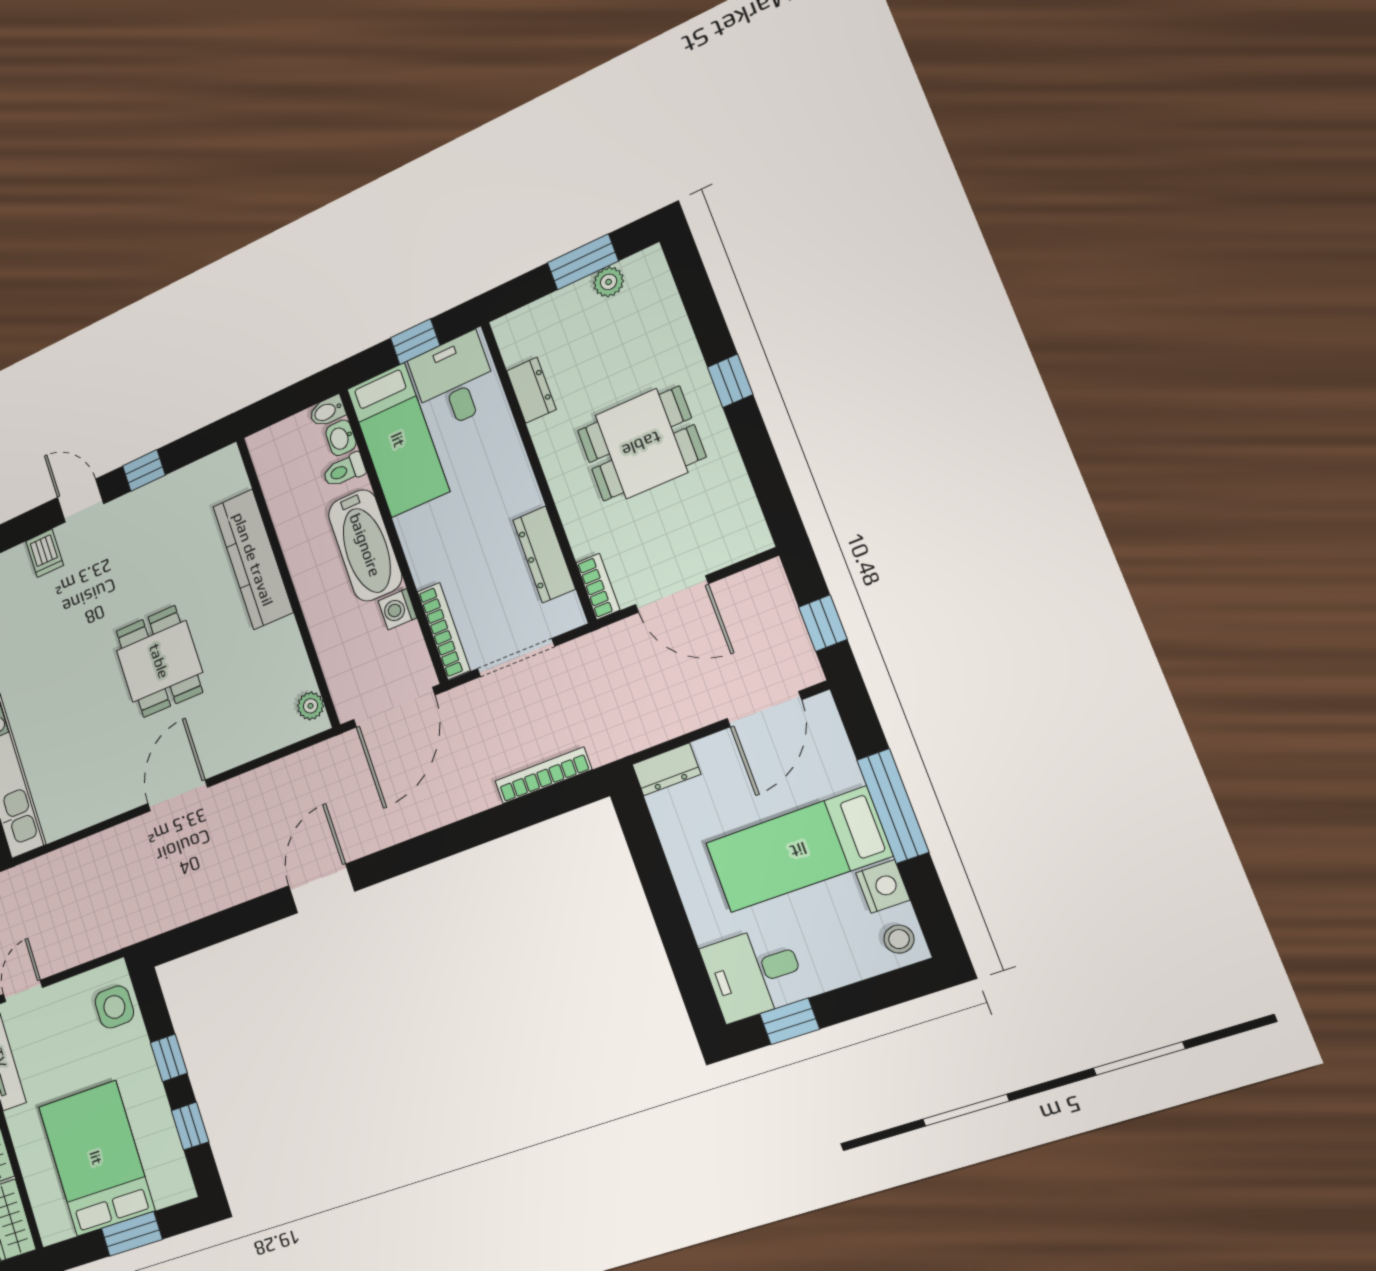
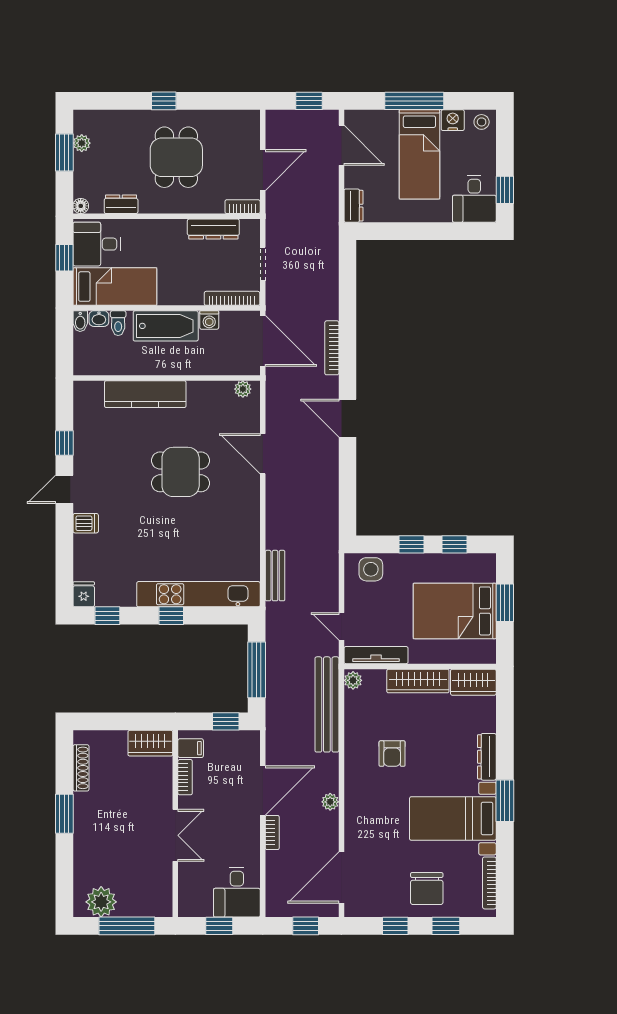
floor lamp: (506, 328) -> (81, 206), added
doorway: (516, 658) -> (263, 264), width x0.73
bookcase: (543, 775) -> (332, 348), moved
door: (178, 795) -> (263, 454), moved
bench: (61, 864) -> (275, 576), added

